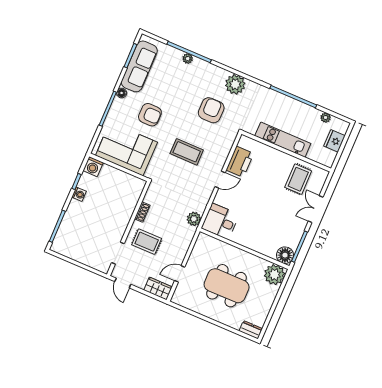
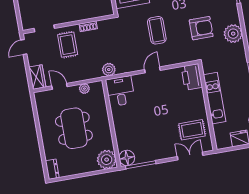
printer: (240, 162) -> (192, 77), moved, turned 90
door: (220, 180) -> (152, 70), swing flipped
double door: (316, 209) -> (190, 156), moved
plant: (197, 252) -> (84, 89), added

